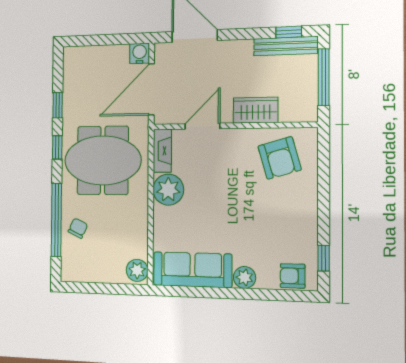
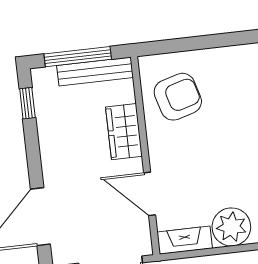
bench: (285, 46) -> (95, 71), moved, turned 90

